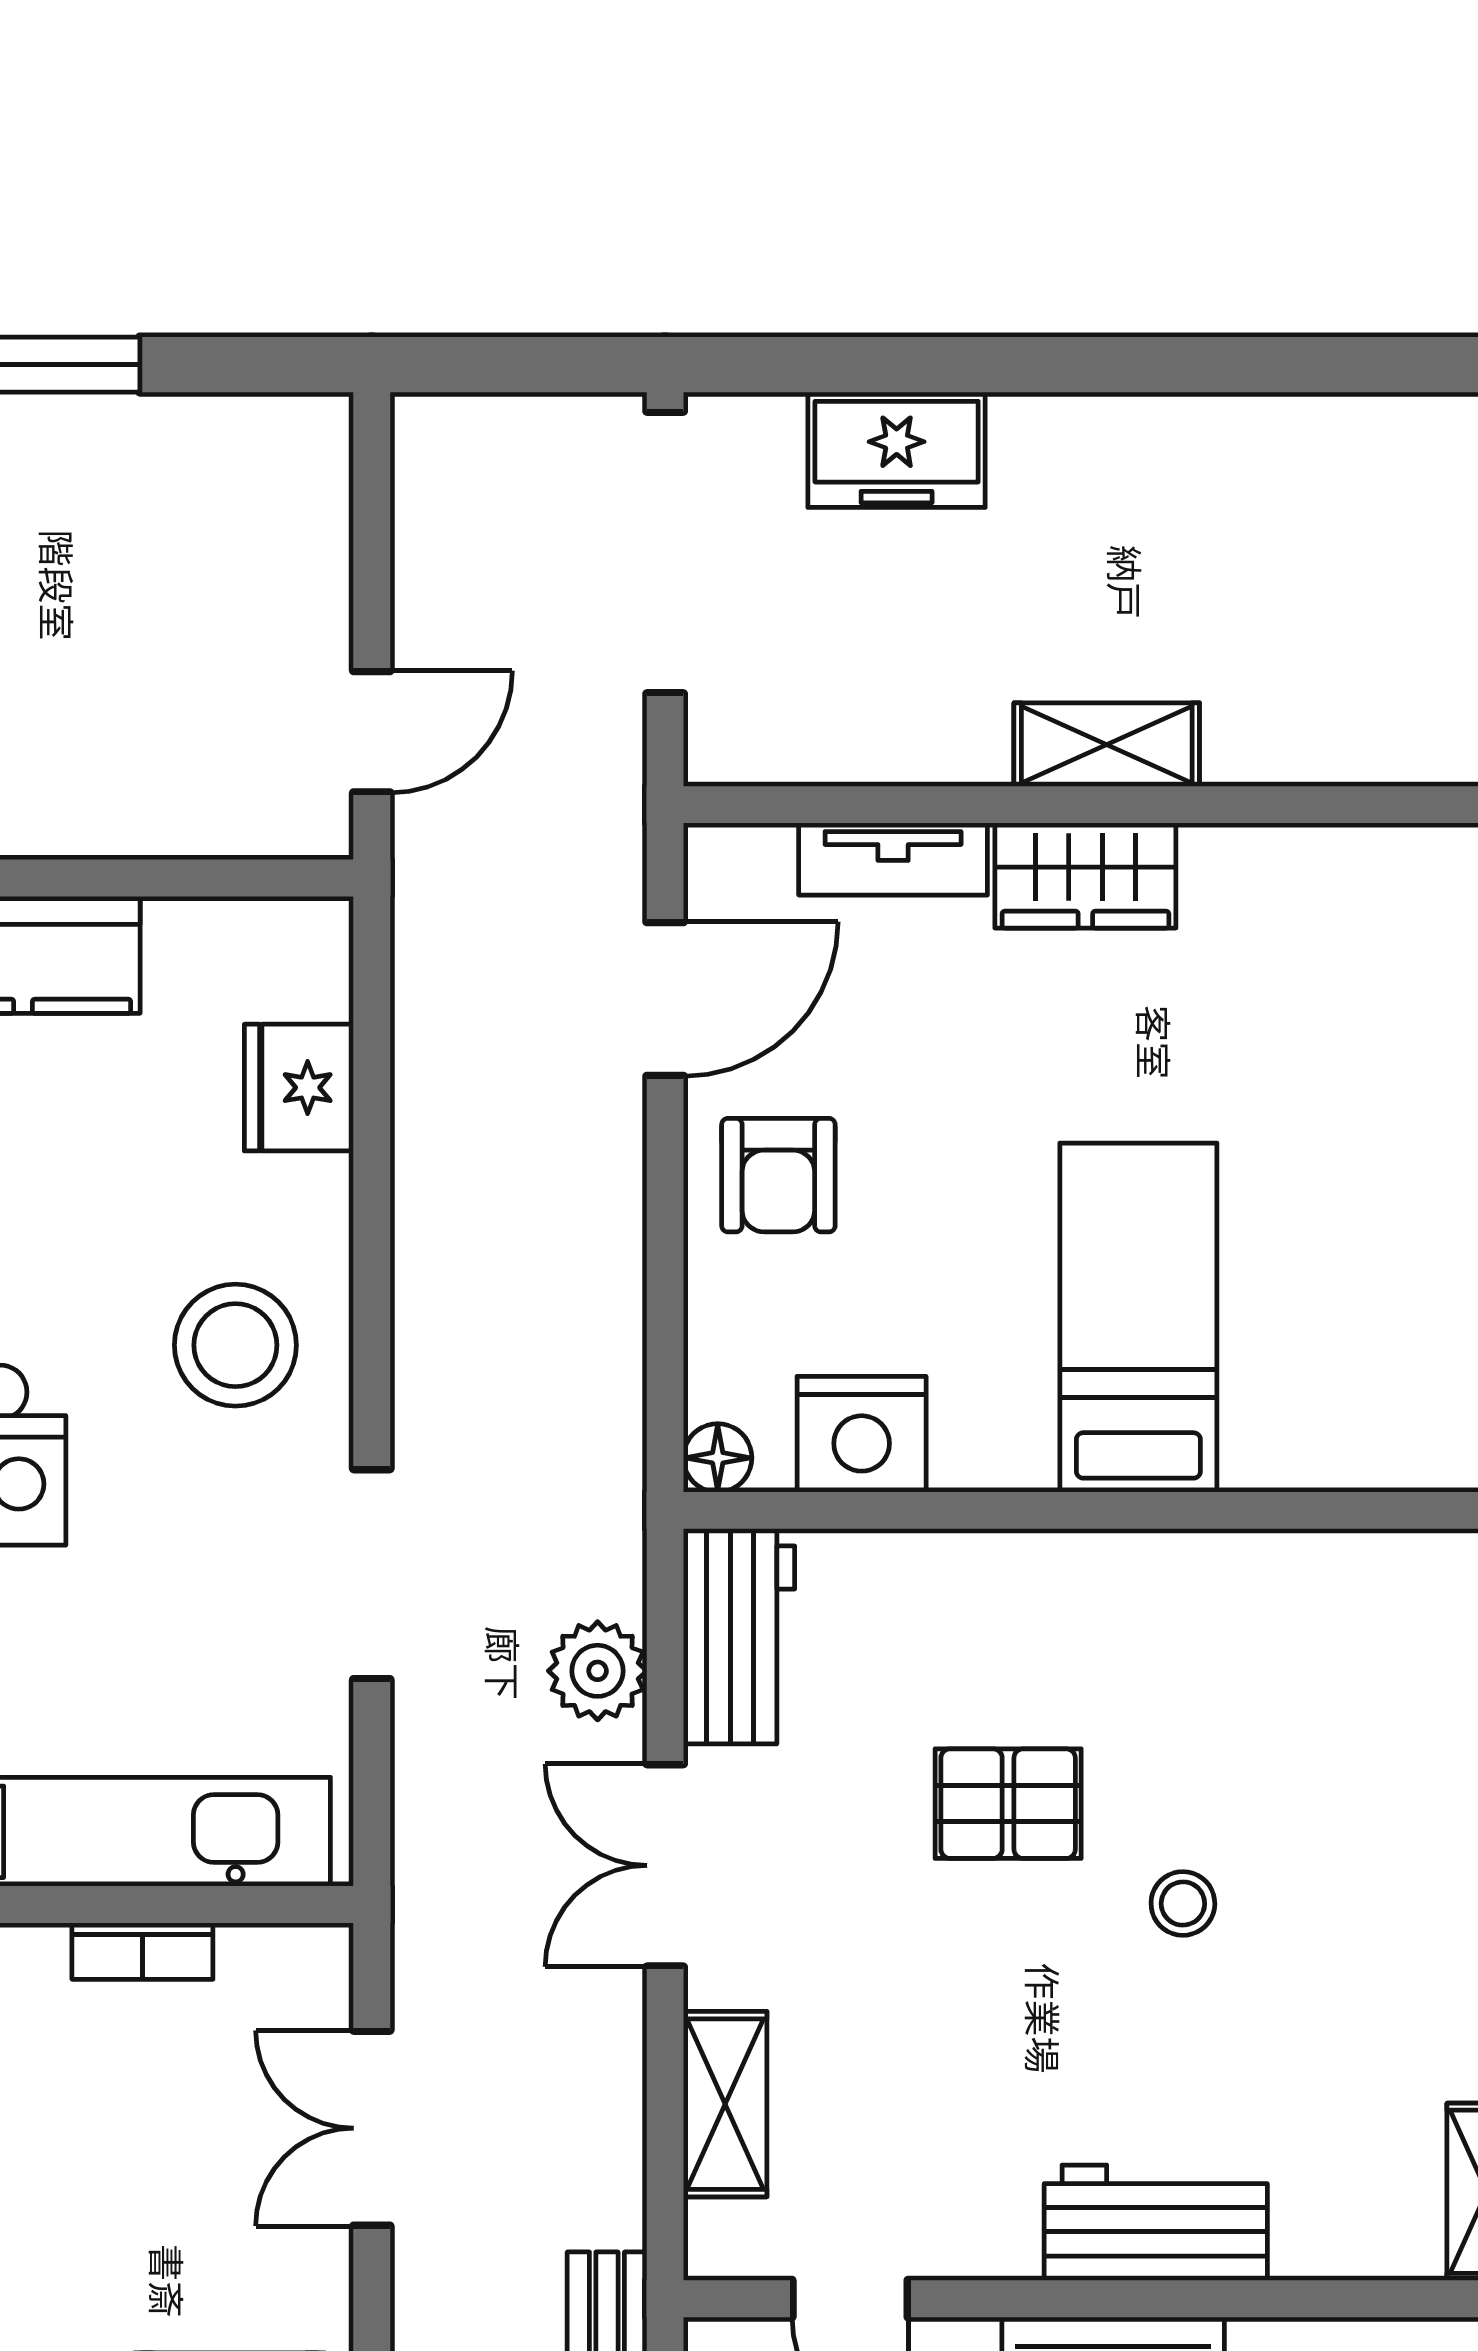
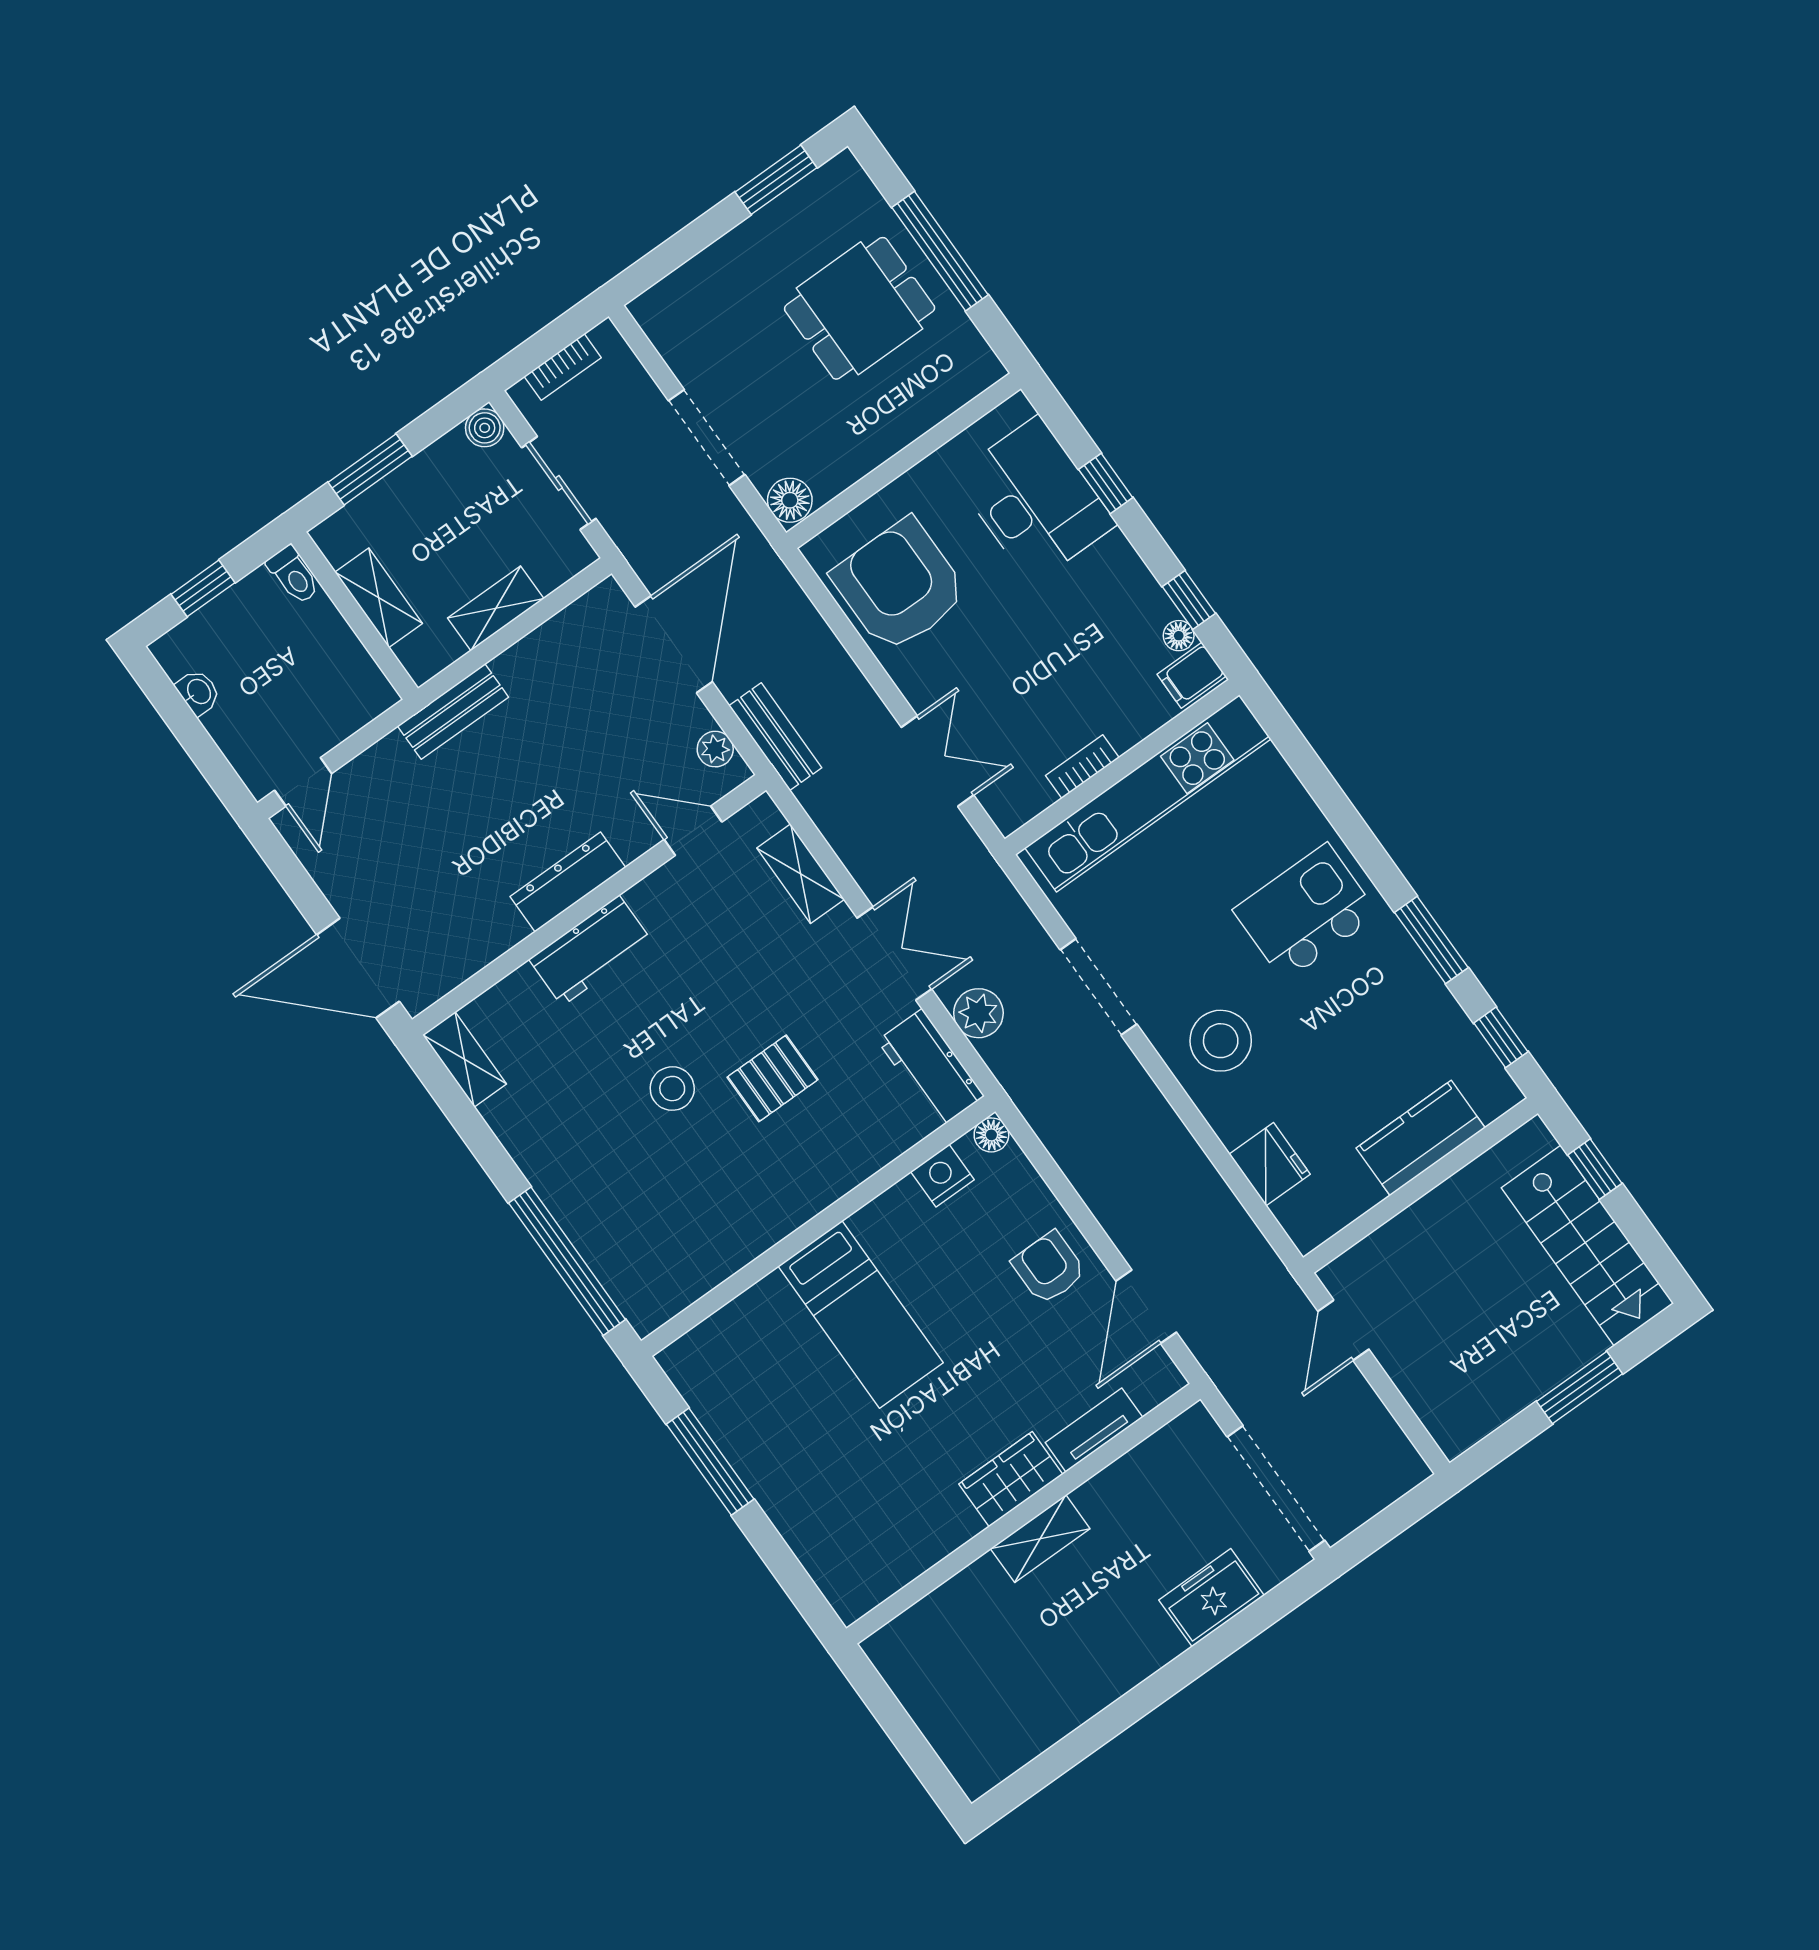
nightstand: (862, 1434) -> (942, 1176), width x0.74, depth x0.75
stool: (1183, 1903) -> (672, 1089), width x1.37, depth x1.37

